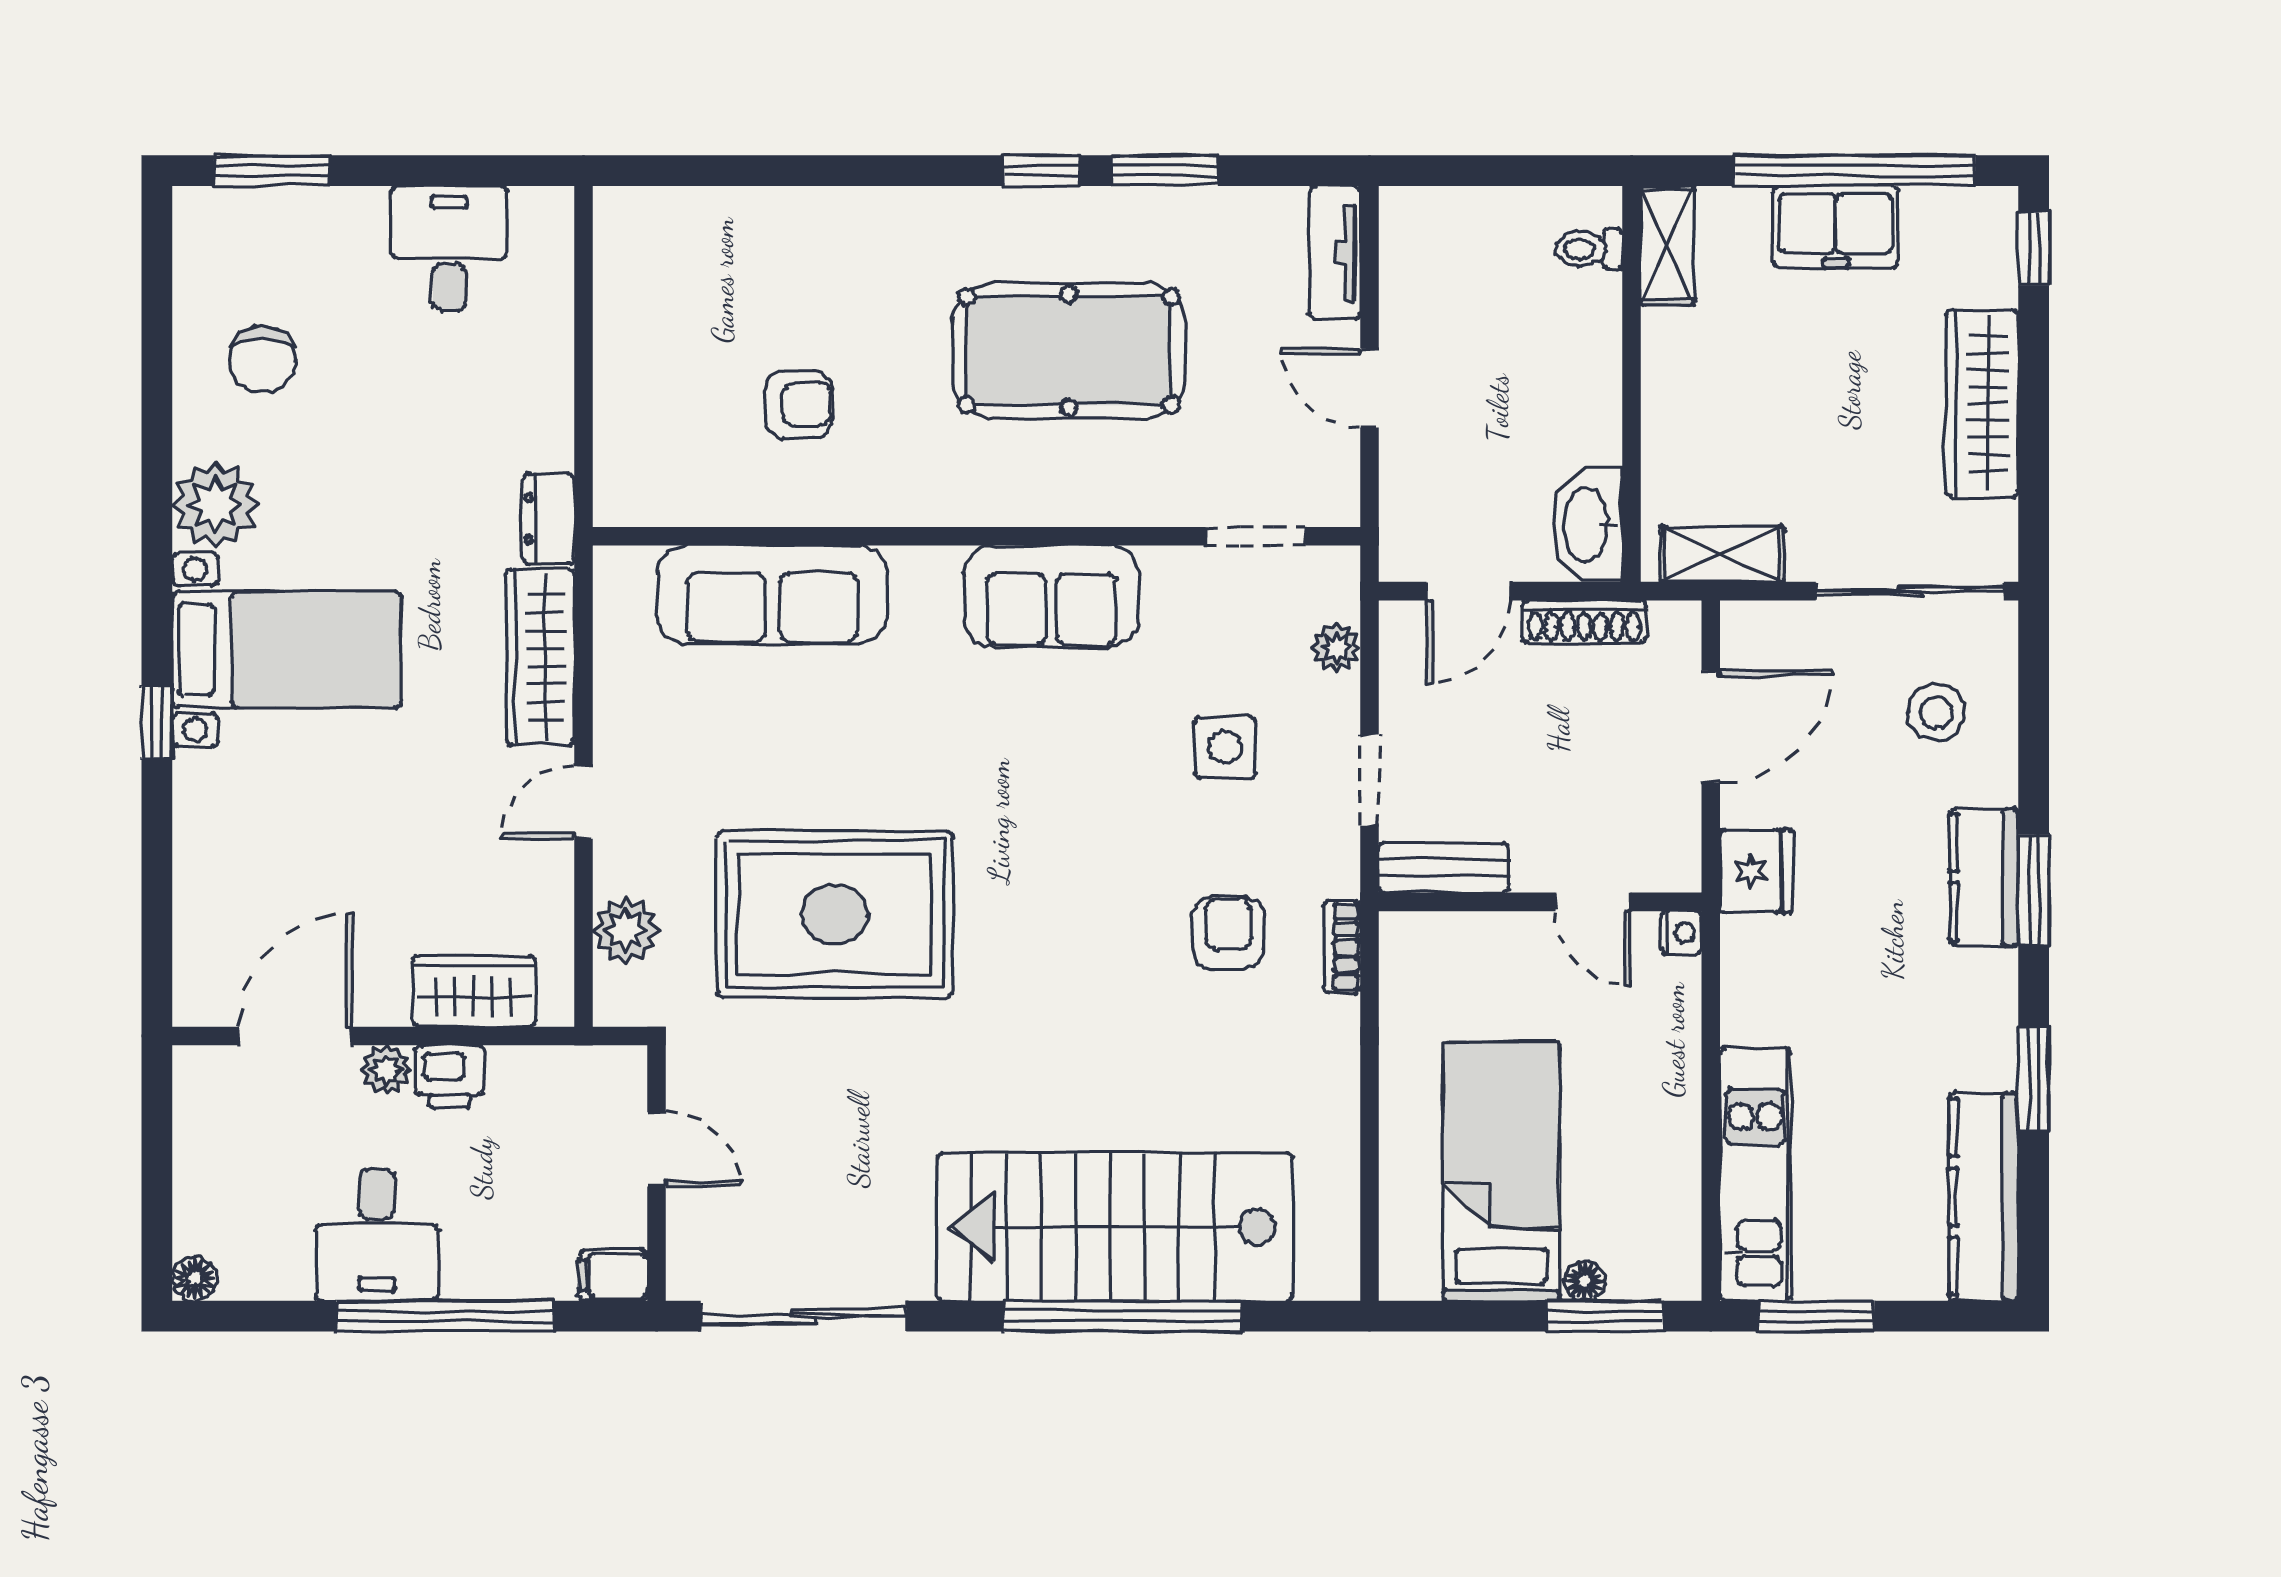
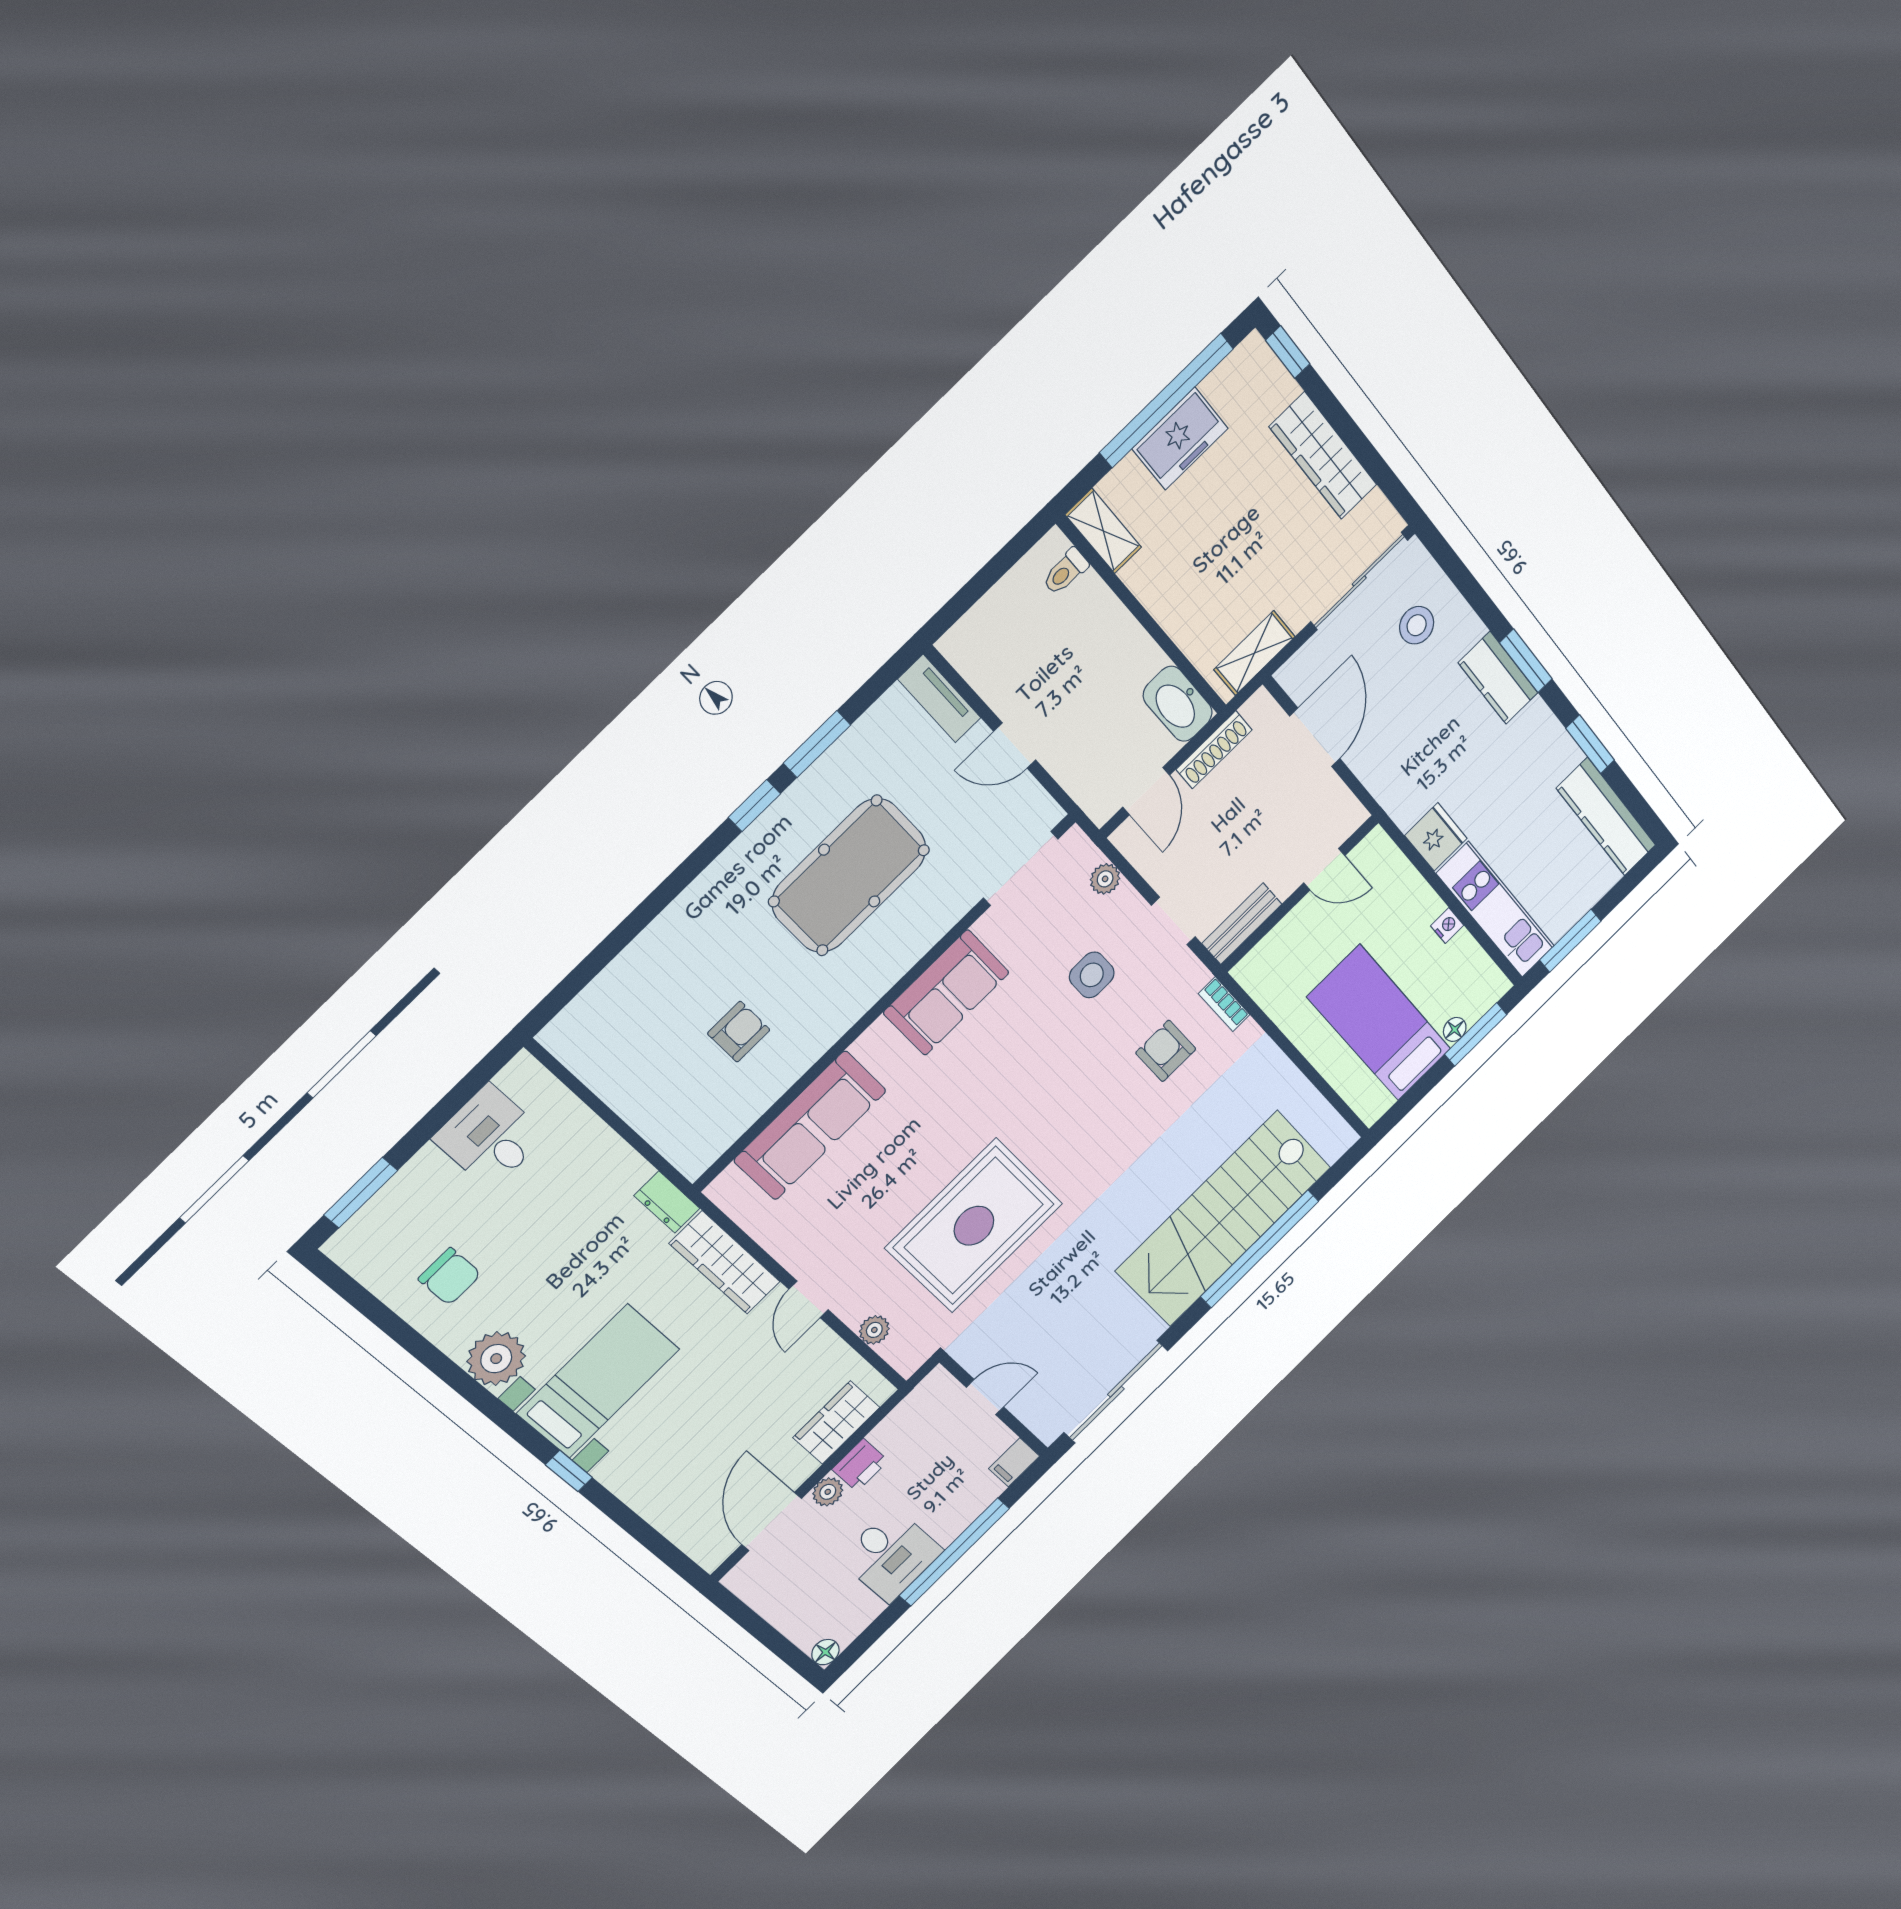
doorway: (1256, 536) -> (1021, 868), width x1.38
fridge: (1756, 871) -> (1436, 837), moved
plant: (626, 930) -> (874, 1330), width x0.73, depth x0.73
nightstand: (1681, 932) -> (1447, 926), moved

